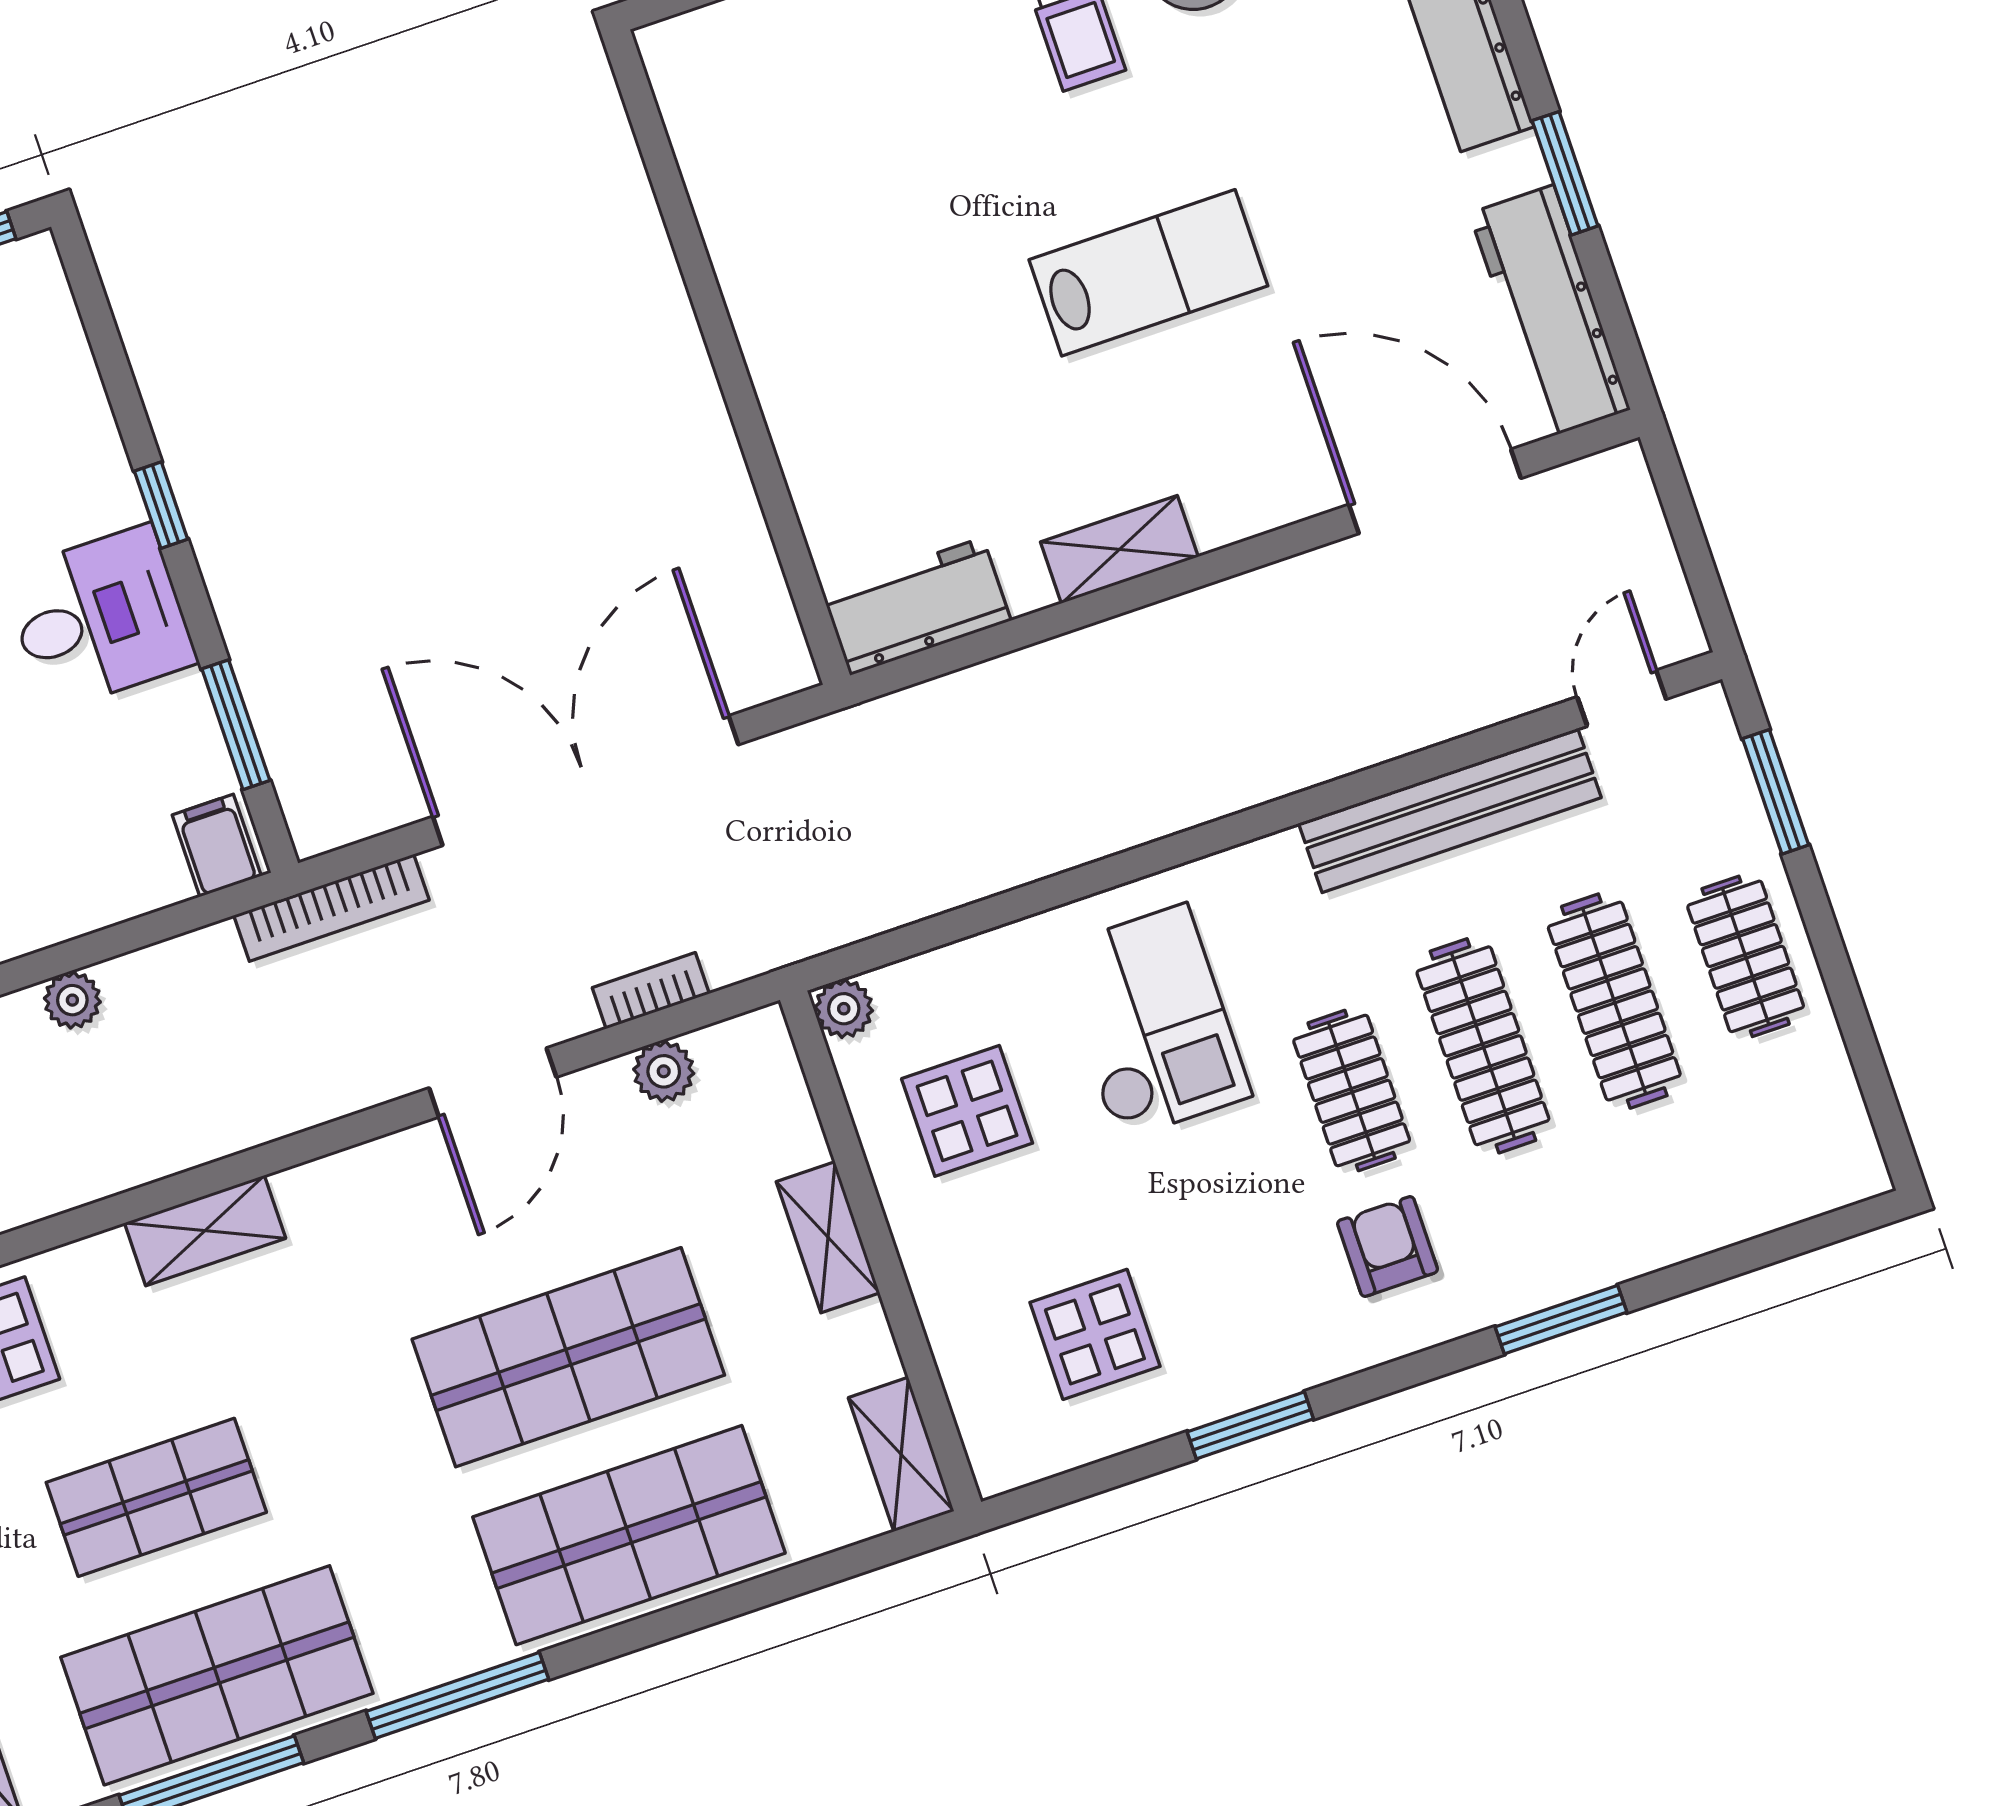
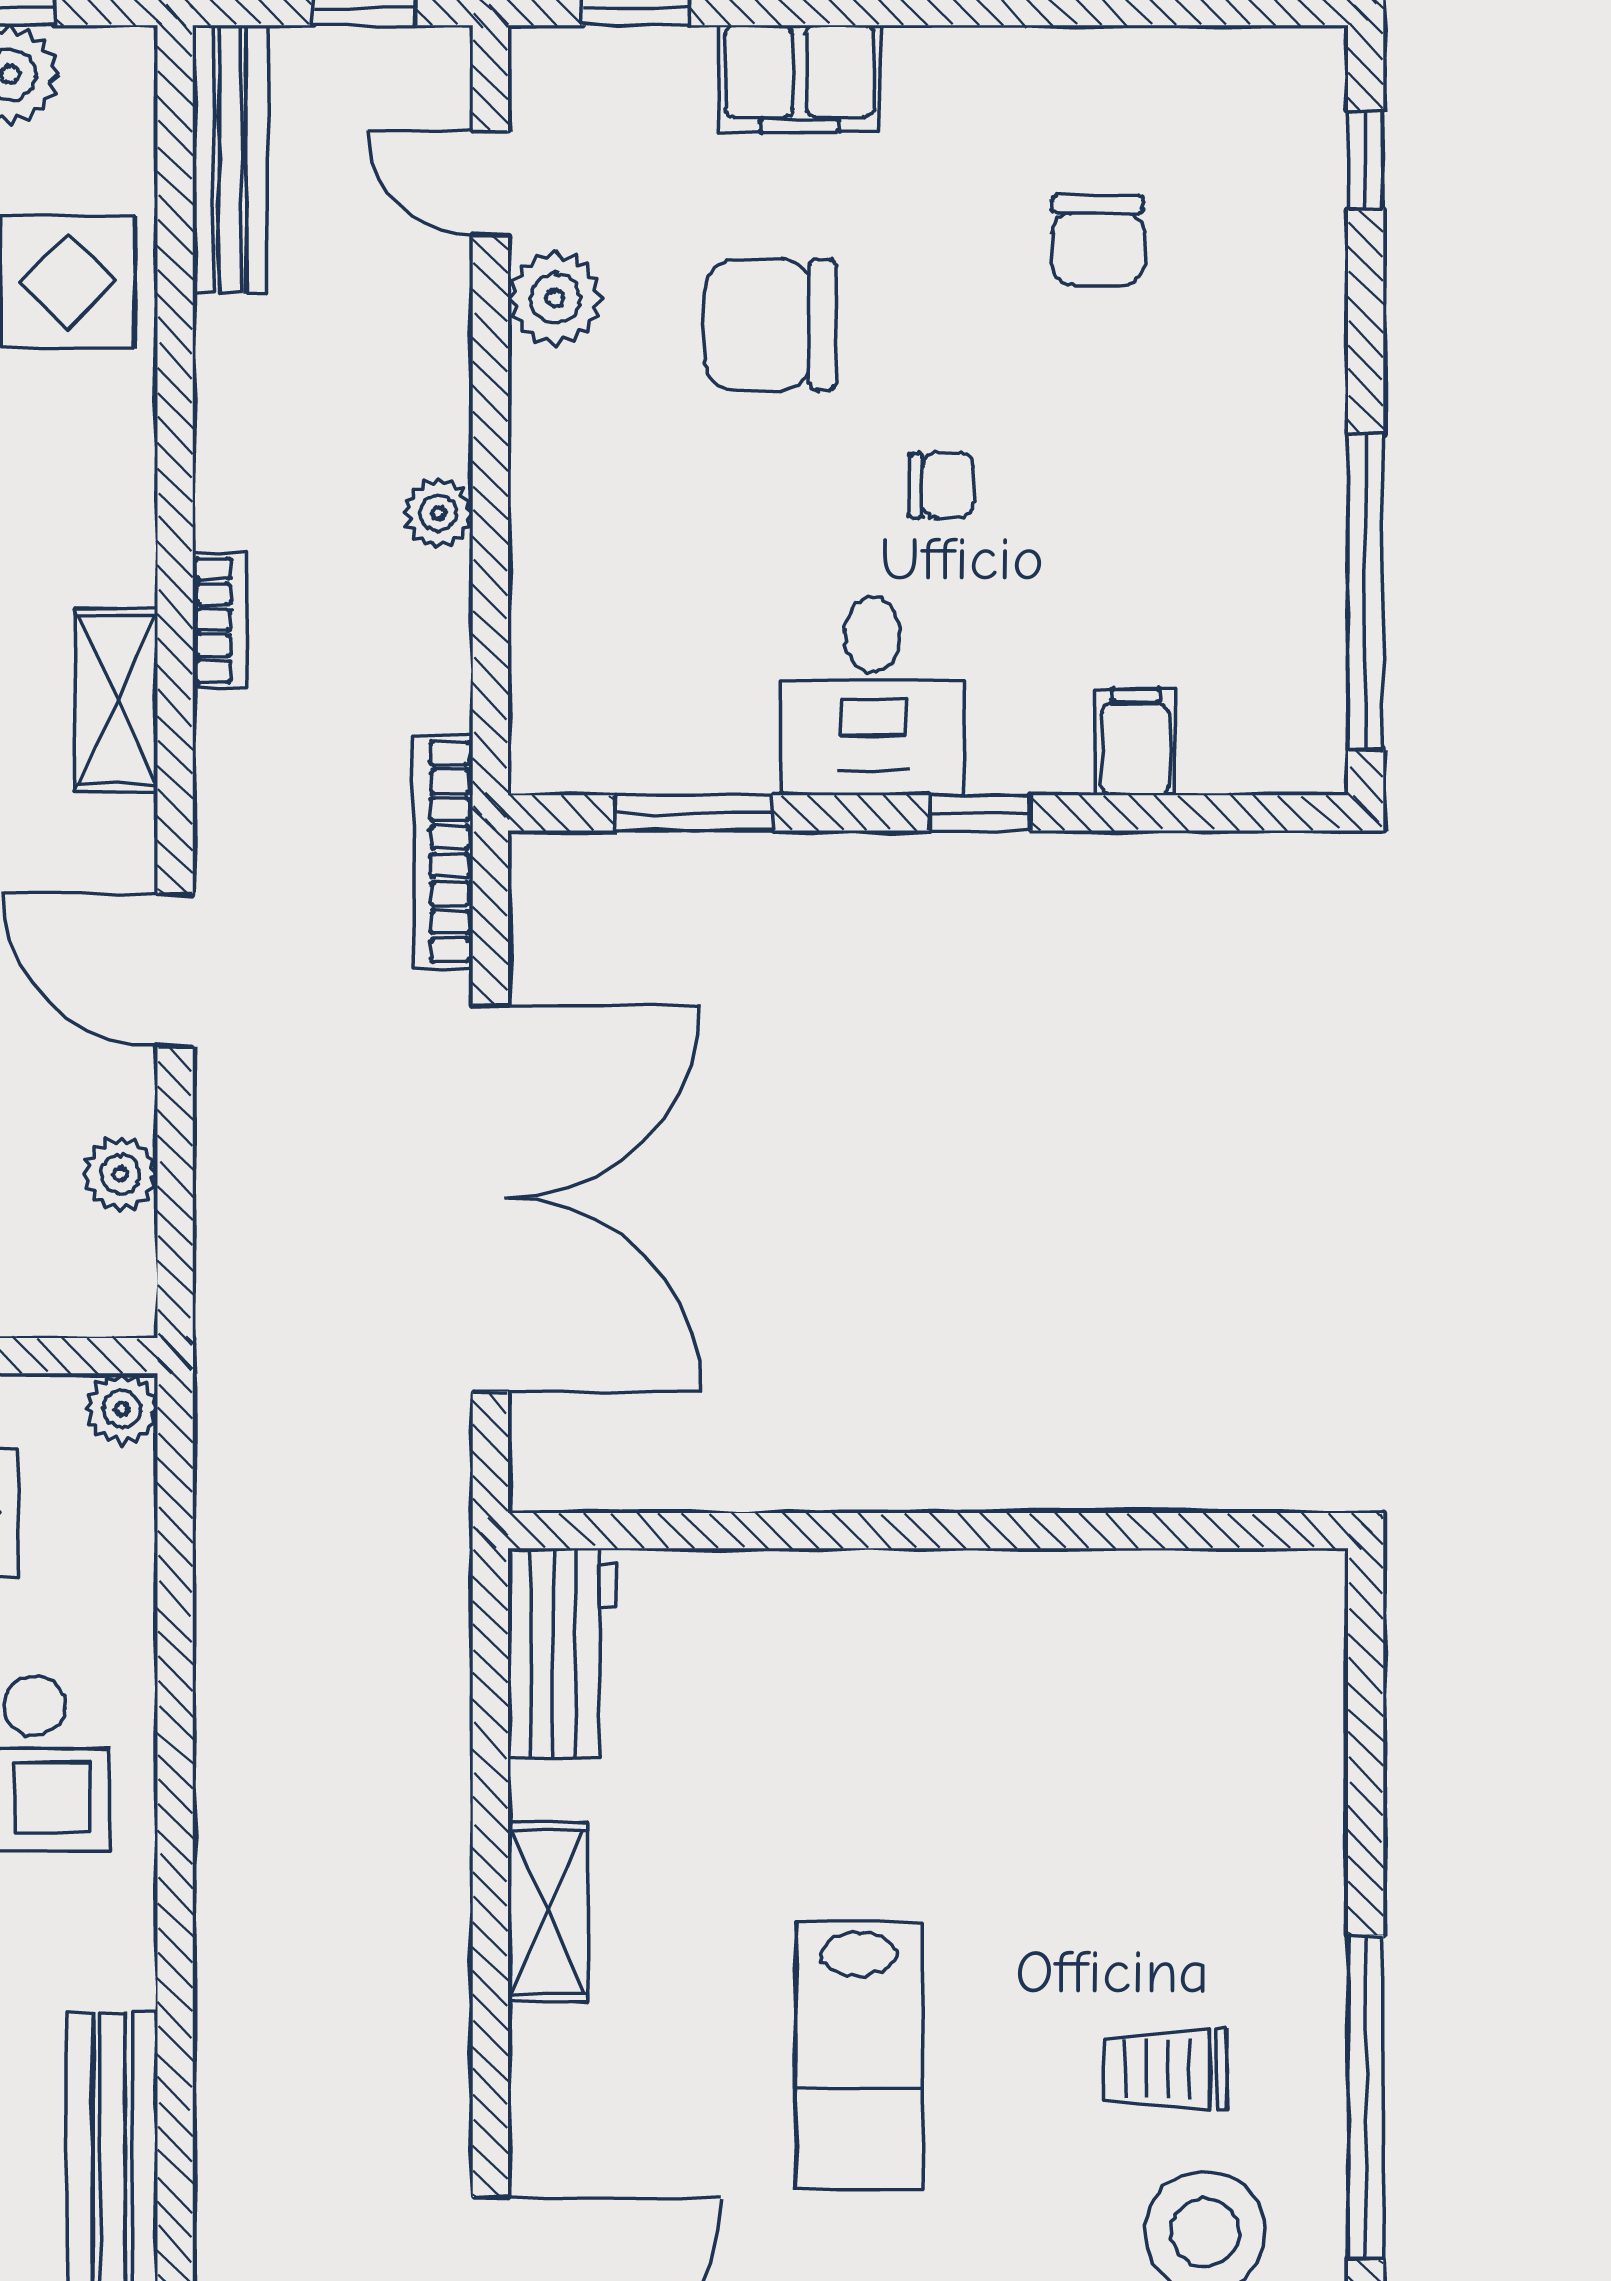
filing cabinet: (217, 845) -> (1135, 742), moved, turned -90
bookcase: (651, 991) -> (220, 620), moved
shelving: (205, 1231) -> (117, 700), moved

